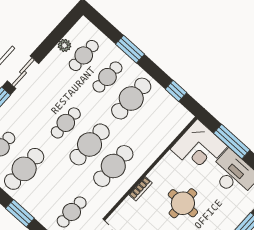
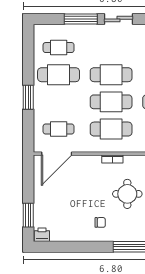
cafe table: (66, 123) -> (111, 75), width x1.37, depth x1.35

